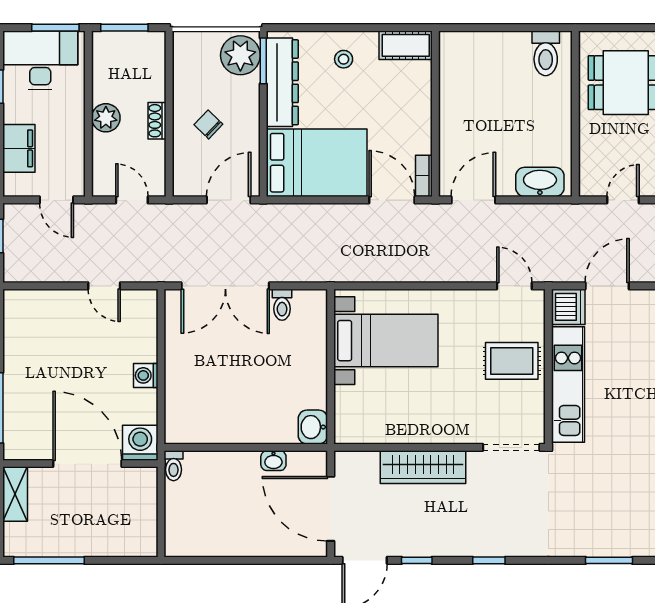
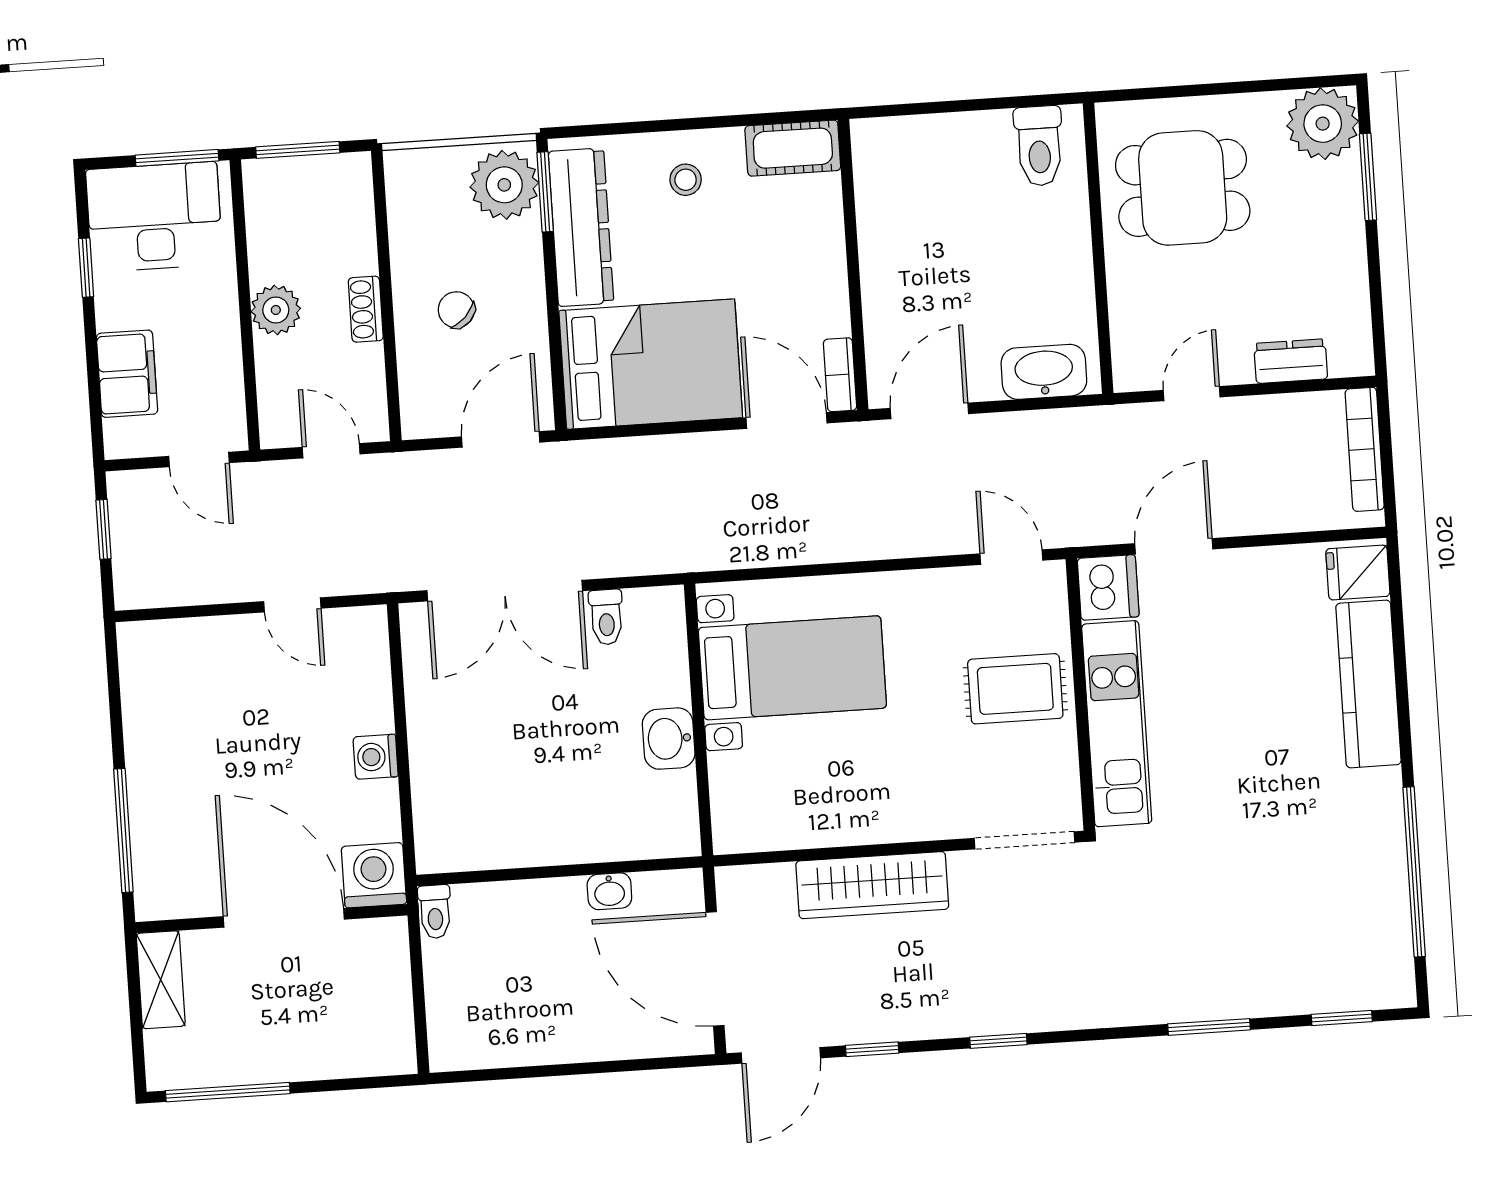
washbasin: (313, 427) -> (669, 739), moved

